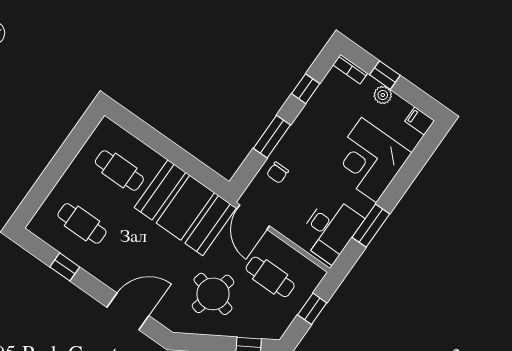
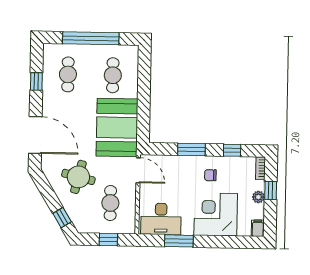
window: (57, 167) -> (91, 38), added
chair: (278, 173) -> (210, 175), moved
door: (253, 217) -> (138, 170), swing flipped
door: (128, 311) -> (35, 135), width x1.36

